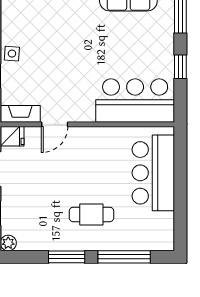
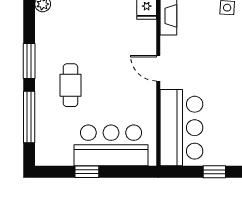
door: (55, 124) -> (158, 68), moved
window: (180, 198) -> (87, 172), added

